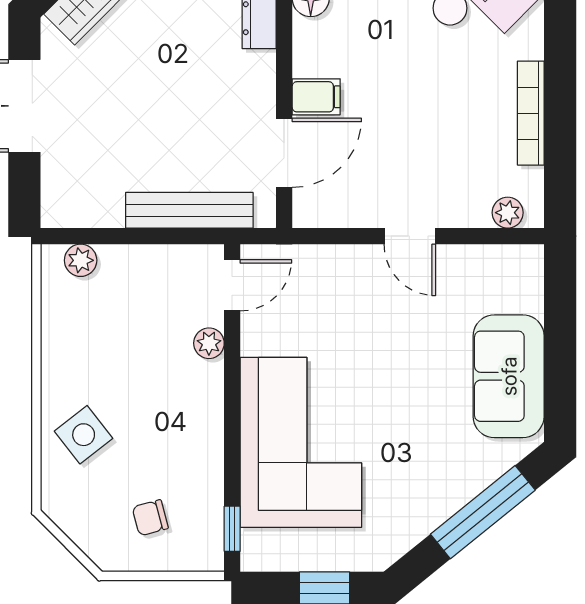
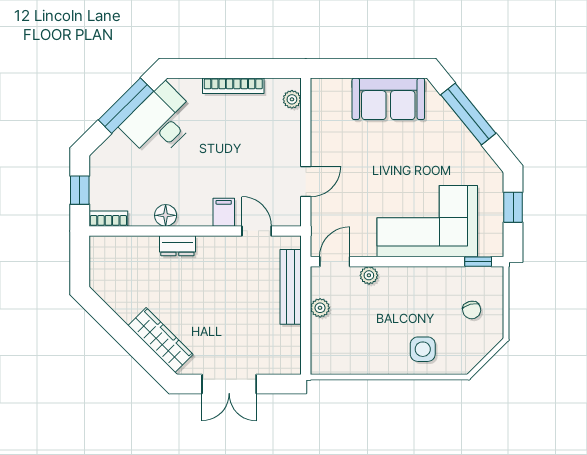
door: (284, 153) -> (257, 231), width x0.73
door: (410, 236) -> (306, 182), moved
plant: (81, 260) -> (320, 308), moved
door: (232, 285) -> (335, 262), hinge flipped
side table: (84, 435) -> (423, 349), turned 38

